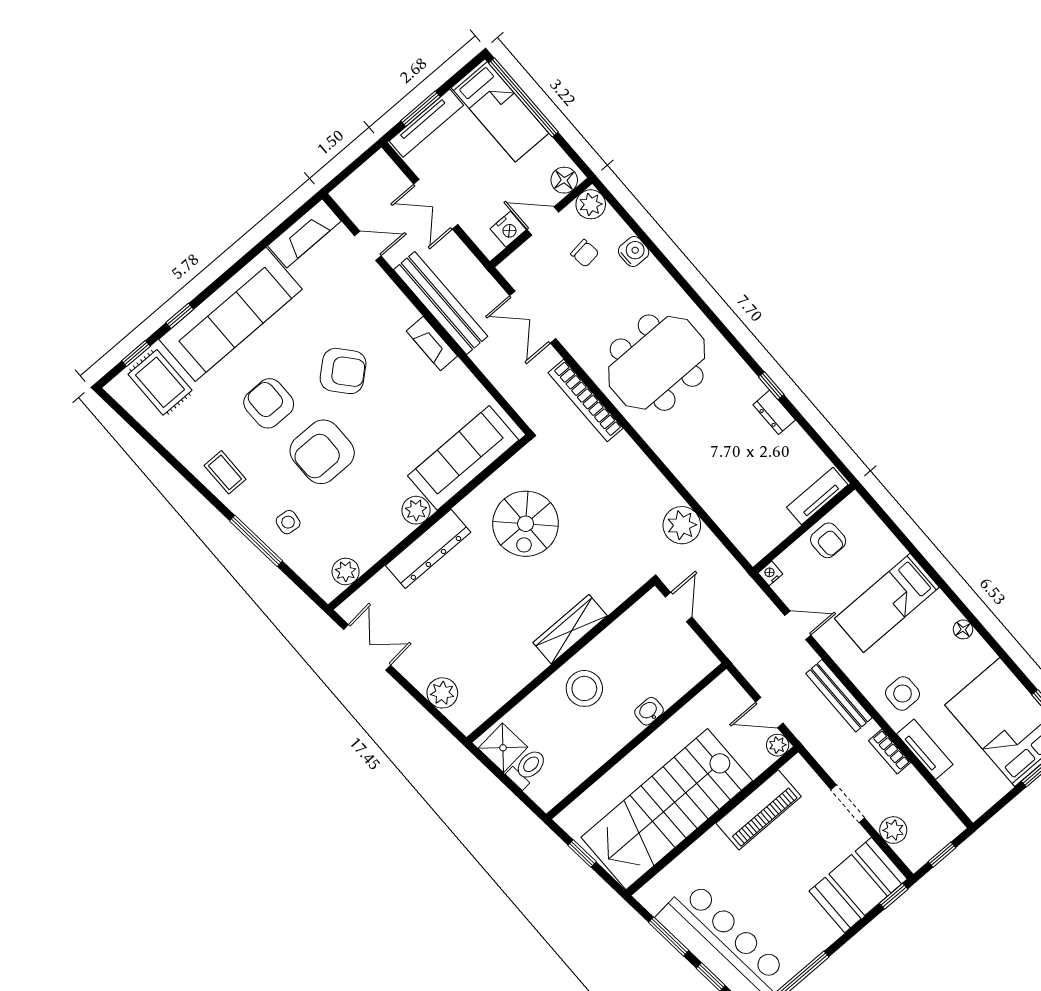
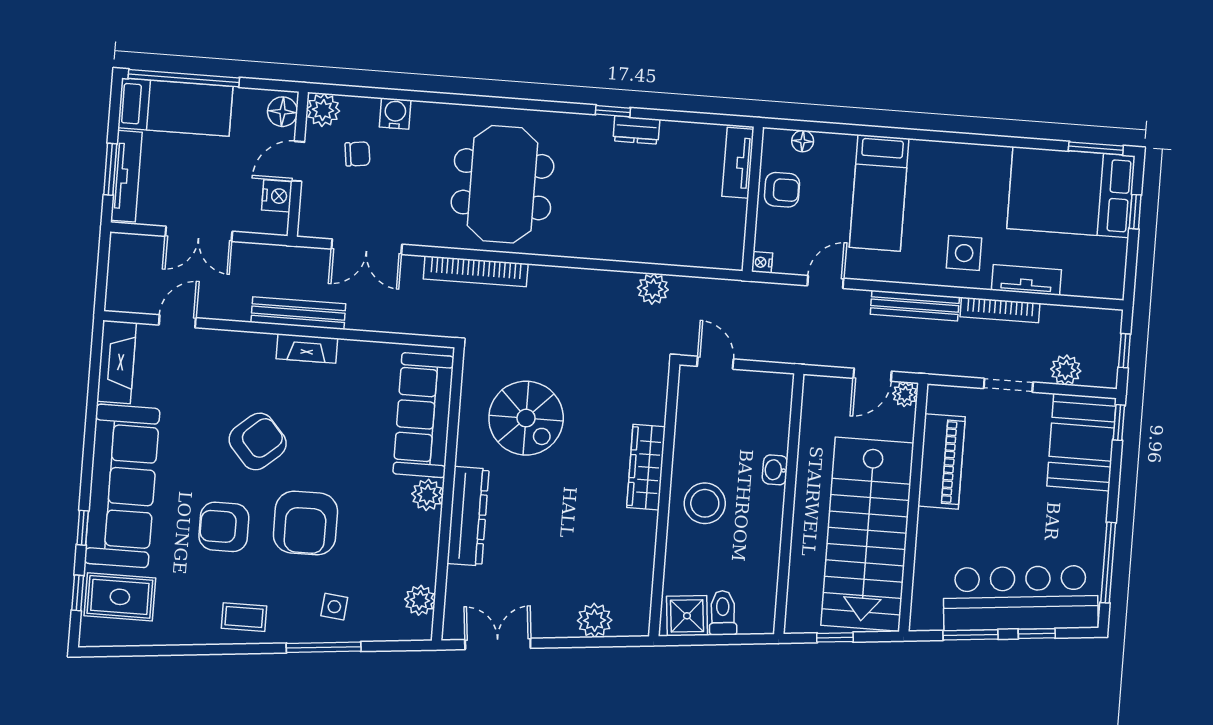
bench: (441, 303) -> (298, 313), width x0.73, depth x0.82
plant: (682, 525) -> (653, 289), width x0.73, depth x0.73
floor lamp: (963, 629) -> (803, 141), moved
bookcase: (890, 752) -> (1000, 310), width x1.56

